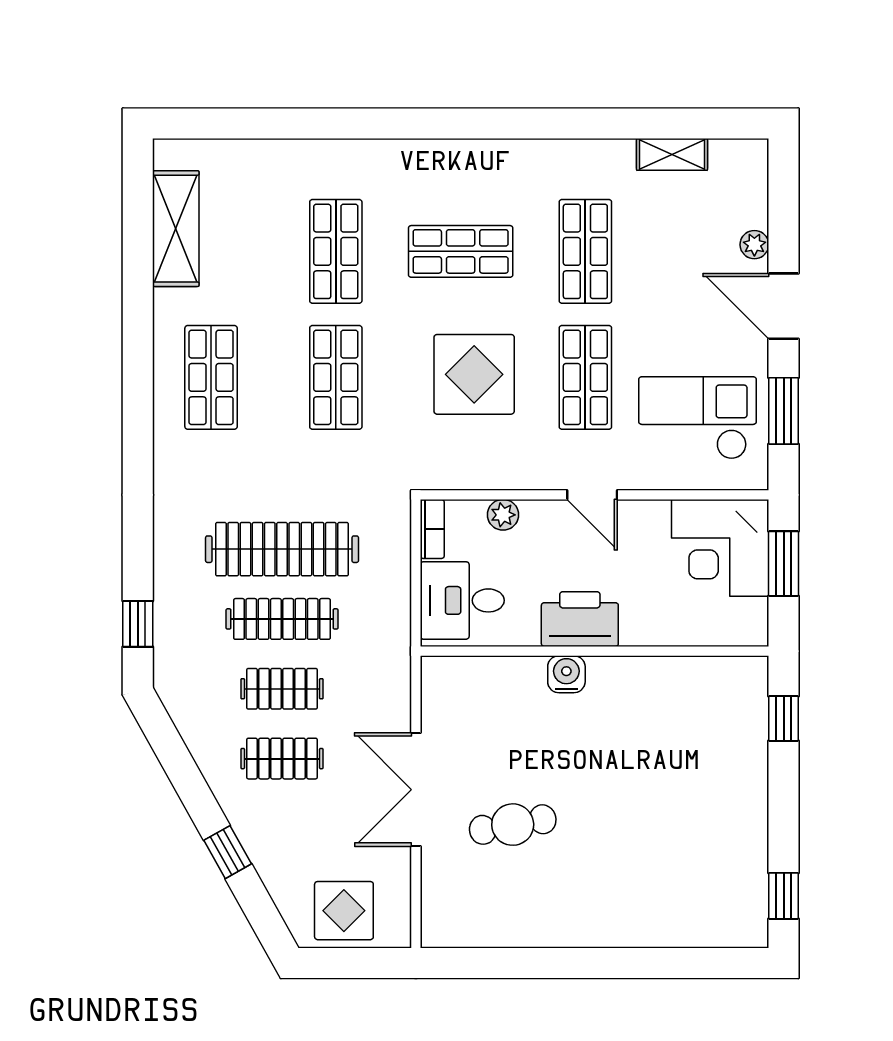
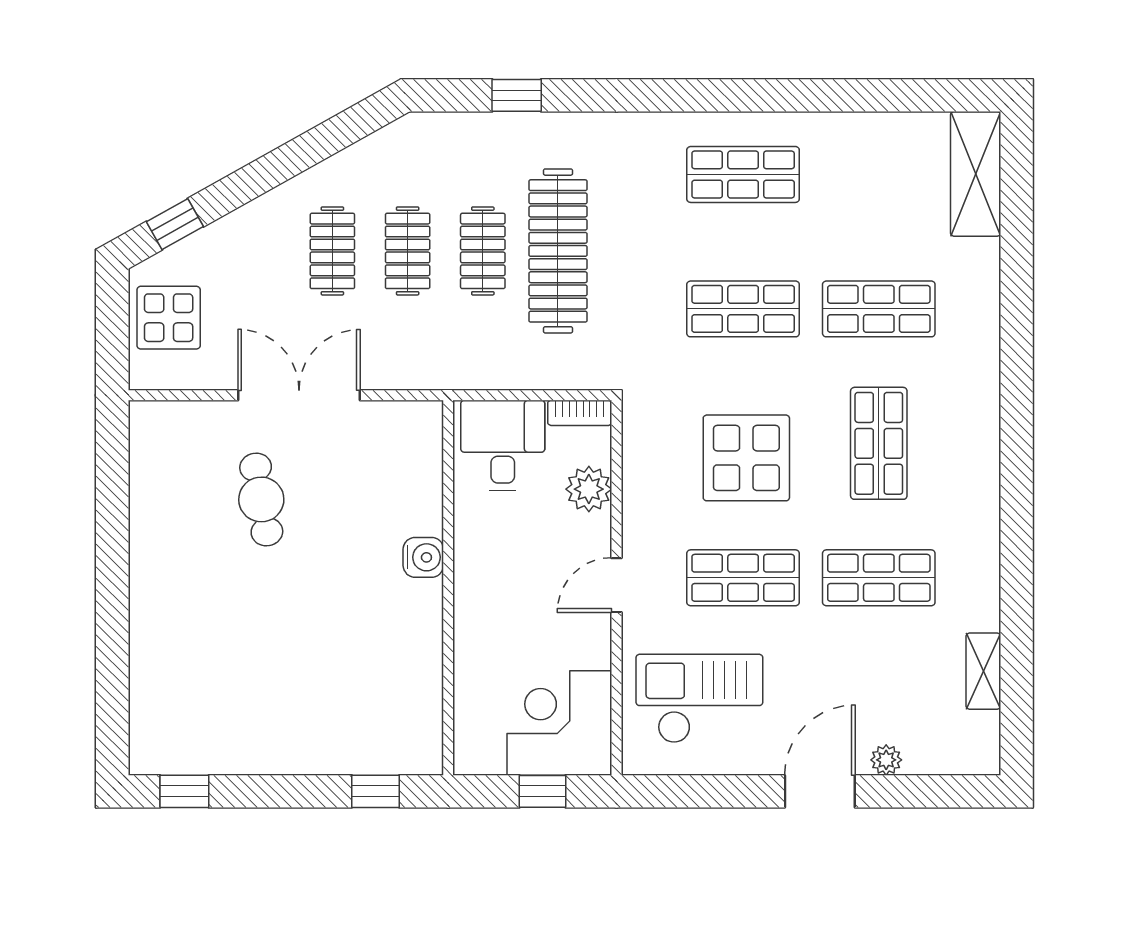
shelving: (176, 229) -> (976, 174), moved, turned 90
window: (784, 411) -> (707, 791), removed
checkout: (697, 418) -> (699, 699), turned -90
plant: (503, 515) -> (589, 489), width x1.38, depth x1.38
window: (784, 564) -> (542, 791), width x0.67
clothes rail: (282, 619) -> (483, 251), width x0.73
printer: (580, 619) -> (483, 572), removed
window: (138, 624) -> (517, 95), moved
window: (228, 852) -> (175, 224), moved

